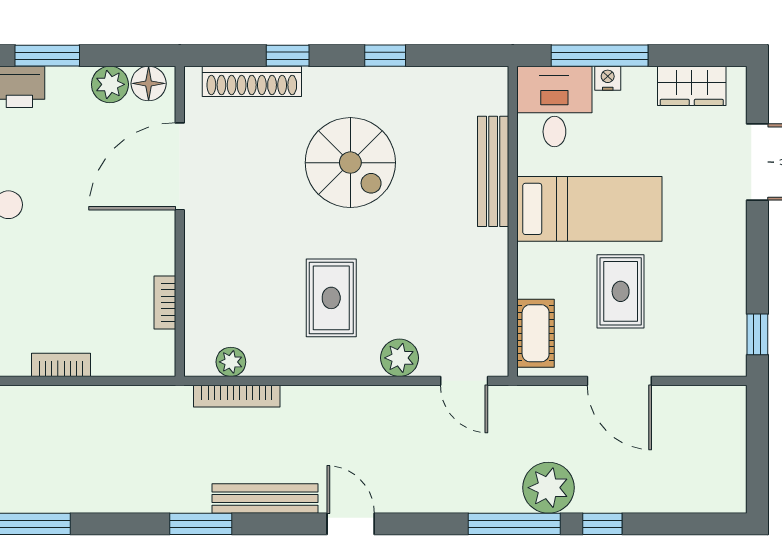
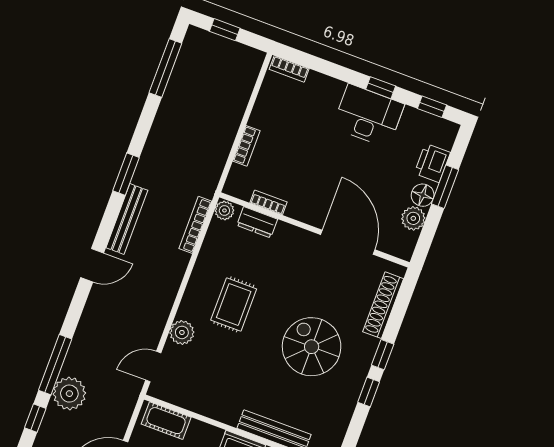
window: (288, 56) -> (383, 355), moved
floor lamp: (149, 83) -> (423, 195), moved
spiral stairs: (350, 163) -> (312, 347), turned 90
rug: (331, 298) -> (234, 304), turned 90
dresser: (200, 308) -> (257, 222), added
plant: (231, 362) -> (224, 210), moved
bookcase: (61, 365) -> (246, 146), moved

